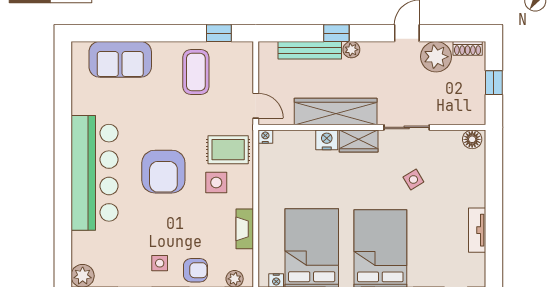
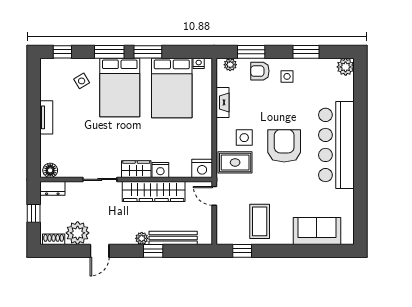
dresser: (469, 116) -> (52, 188), added
nightstand: (265, 137) -> (202, 168), width x1.89, depth x1.79
side table: (413, 179) -> (82, 81), moved
tv unit: (477, 230) -> (46, 117), moved

